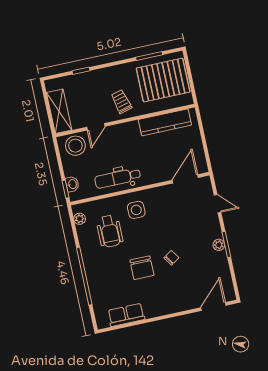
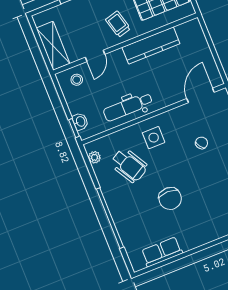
kitchen counter: (165, 122) -> (151, 45), moved
stool: (75, 146) -> (77, 80), width x0.53, depth x0.53
wheelchair: (110, 231) -> (129, 165), turned -30
chair: (171, 258) -> (201, 143), moved

